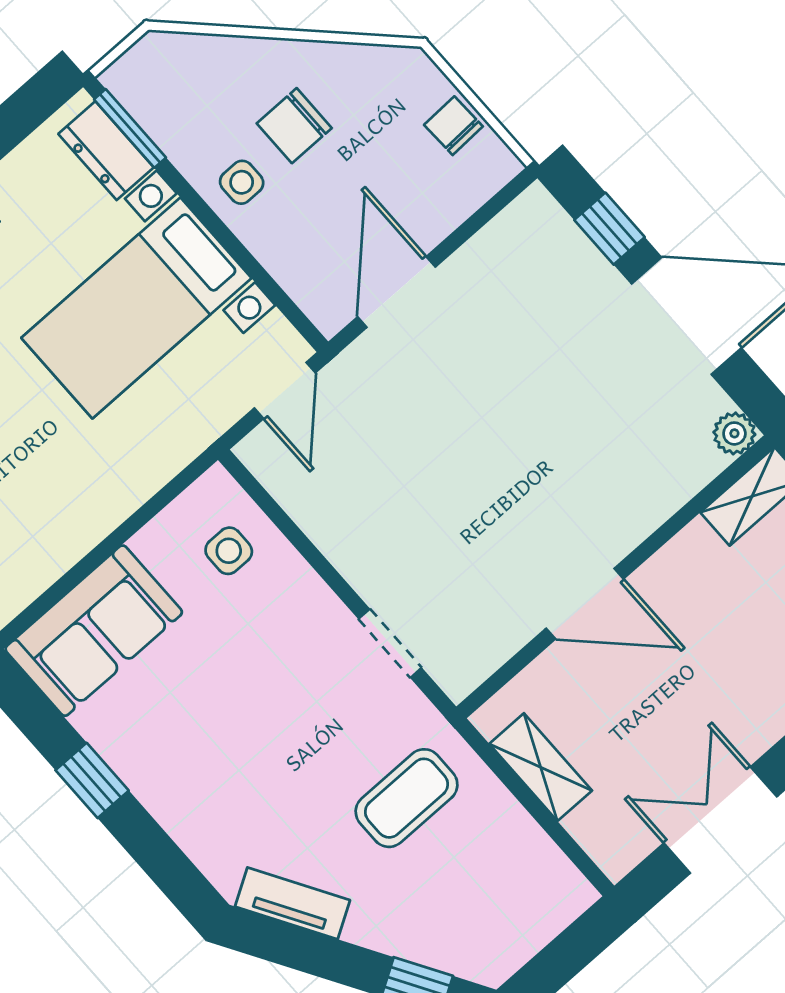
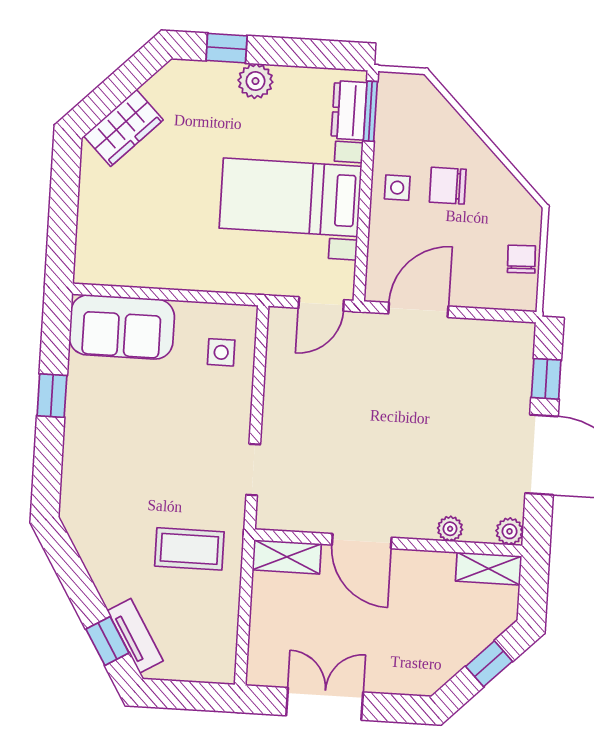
plant: (667, 495) -> (450, 529), added
shelving: (541, 767) -> (287, 557), moved, turned 90
tv unit: (292, 903) -> (135, 636), moved

